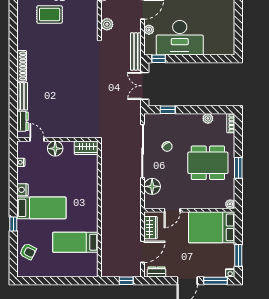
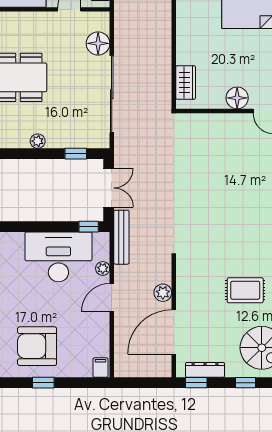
plant: (107, 24) -> (163, 293), moved
plant: (208, 118) -> (38, 141), moved
chair: (167, 147) -> (76, 101), removed
wardrobe: (86, 148) -> (186, 82), moved, turned 90

